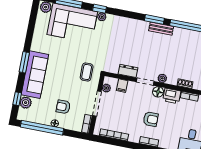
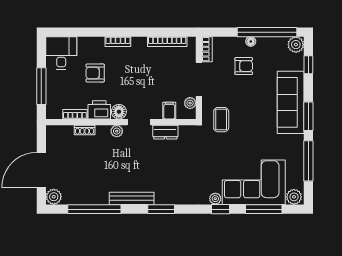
window: (154, 19) -> (161, 209), moved
bench: (161, 29) -> (132, 198), width x1.36
window: (30, 31) -> (308, 161), added
plant: (26, 103) -> (296, 45), moved
armchair: (151, 119) -> (95, 73), moved

